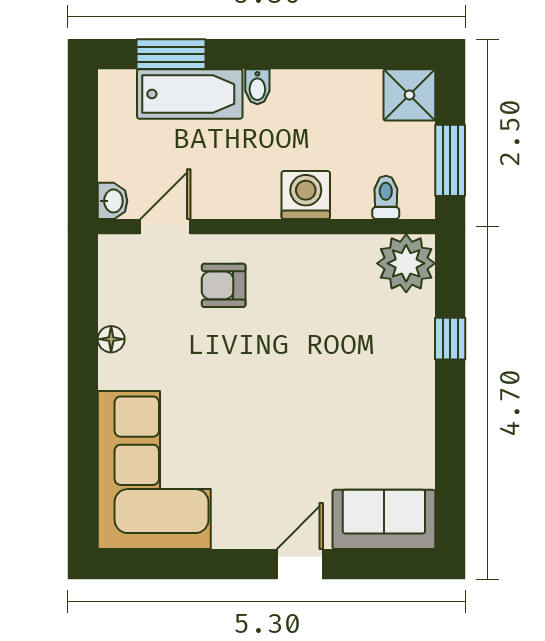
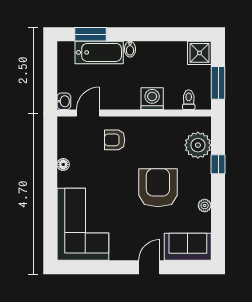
plant: (406, 263) -> (198, 145), moved
armchair: (319, 390) -> (158, 188), added
plant: (421, 429) -> (205, 205), added

